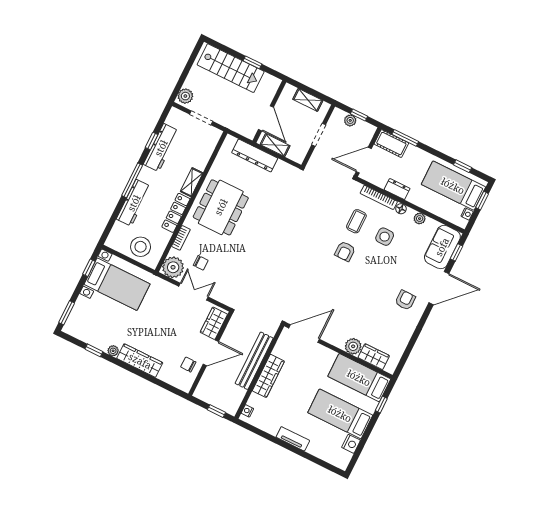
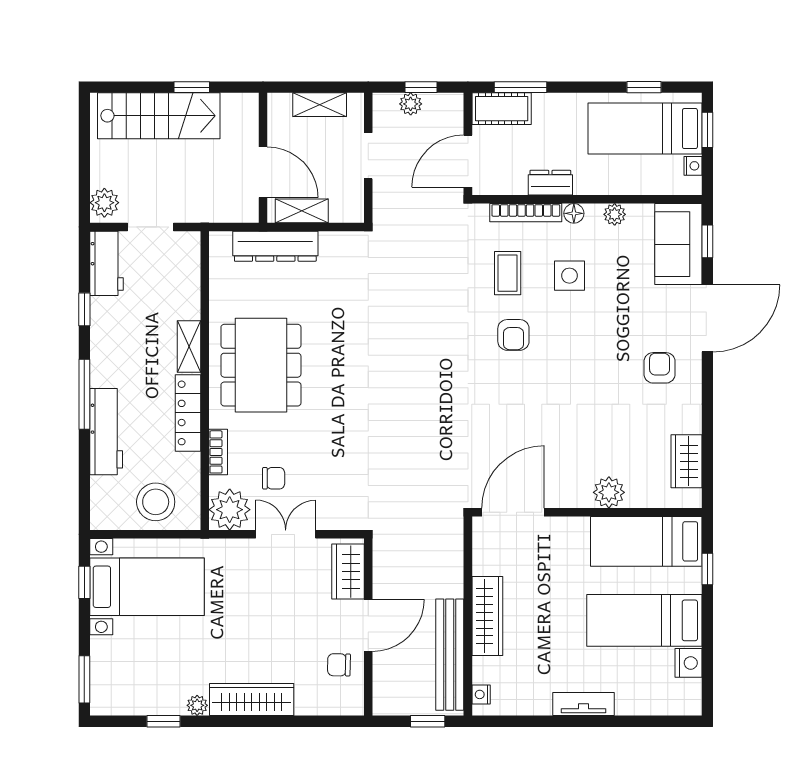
workbench: (161, 148) -> (107, 263), moved, width x0.73
wardrobe: (374, 357) -> (686, 461), moved, turned -90
bench: (254, 361) -> (450, 655), moved

